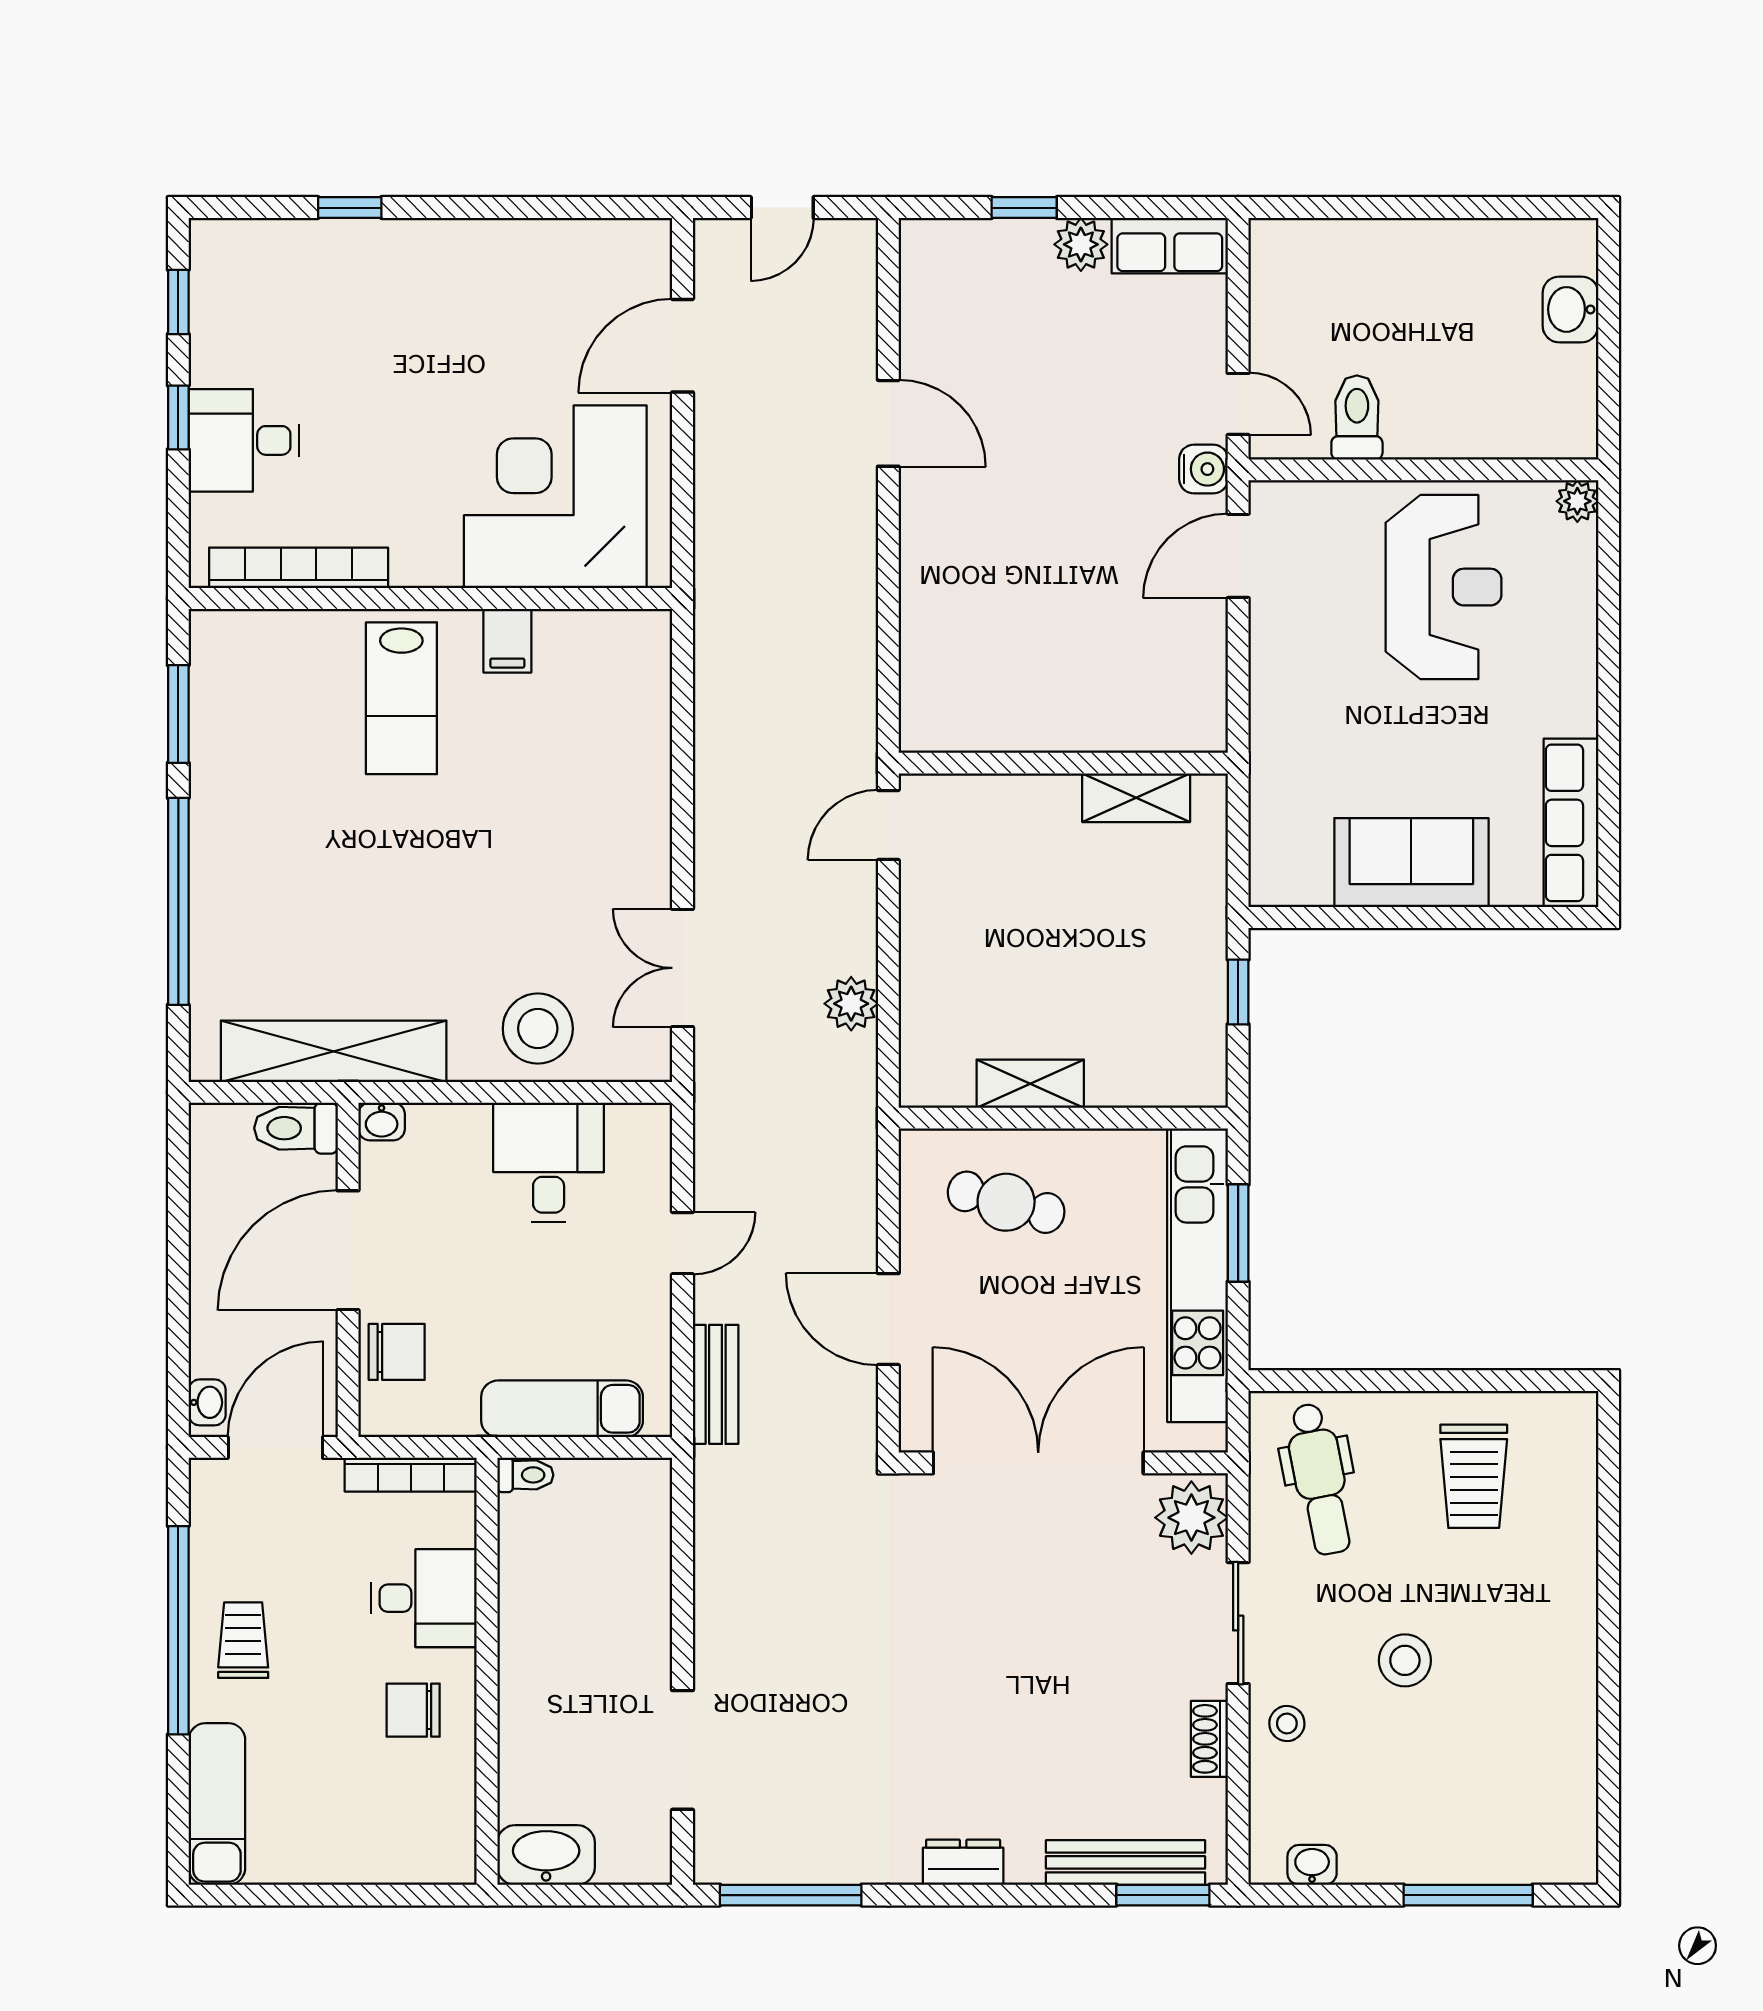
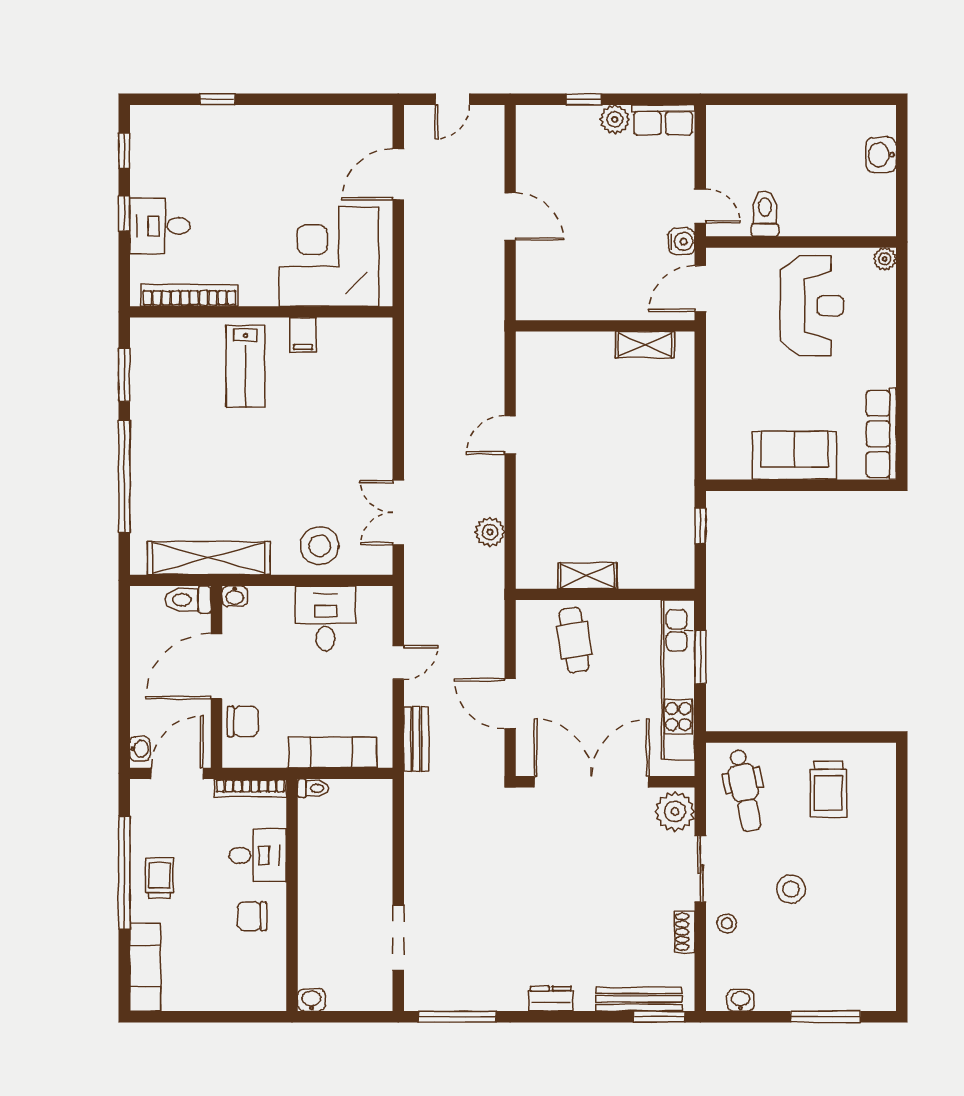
wall: (1063, 763) -> (605, 326), moved
shelving: (1136, 798) -> (645, 345), moved
cafe table: (1006, 1202) -> (574, 640), turned 66
washbasin: (546, 1855) -> (311, 1000), width x0.52, depth x0.69

